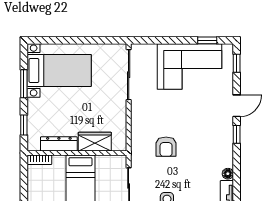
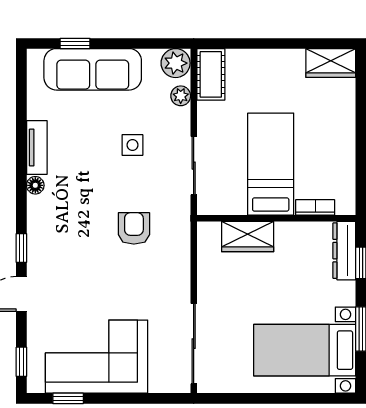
dresser: (59, 144) -> (344, 251), moved, turned 90
bookcase: (39, 160) -> (315, 207), moved

